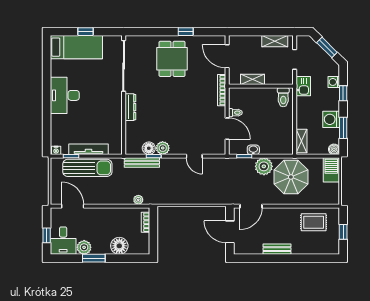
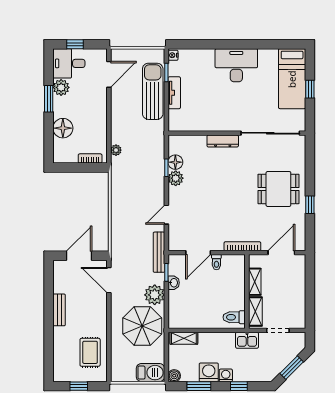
shelving: (275, 41) -> (255, 312), moved
washing machine: (334, 82) -> (226, 375), moved
tv unit: (89, 149) -> (174, 93), width x0.71
bench: (142, 163) -> (159, 252), moved
sun lounger: (87, 168) -> (153, 91), turned 180

